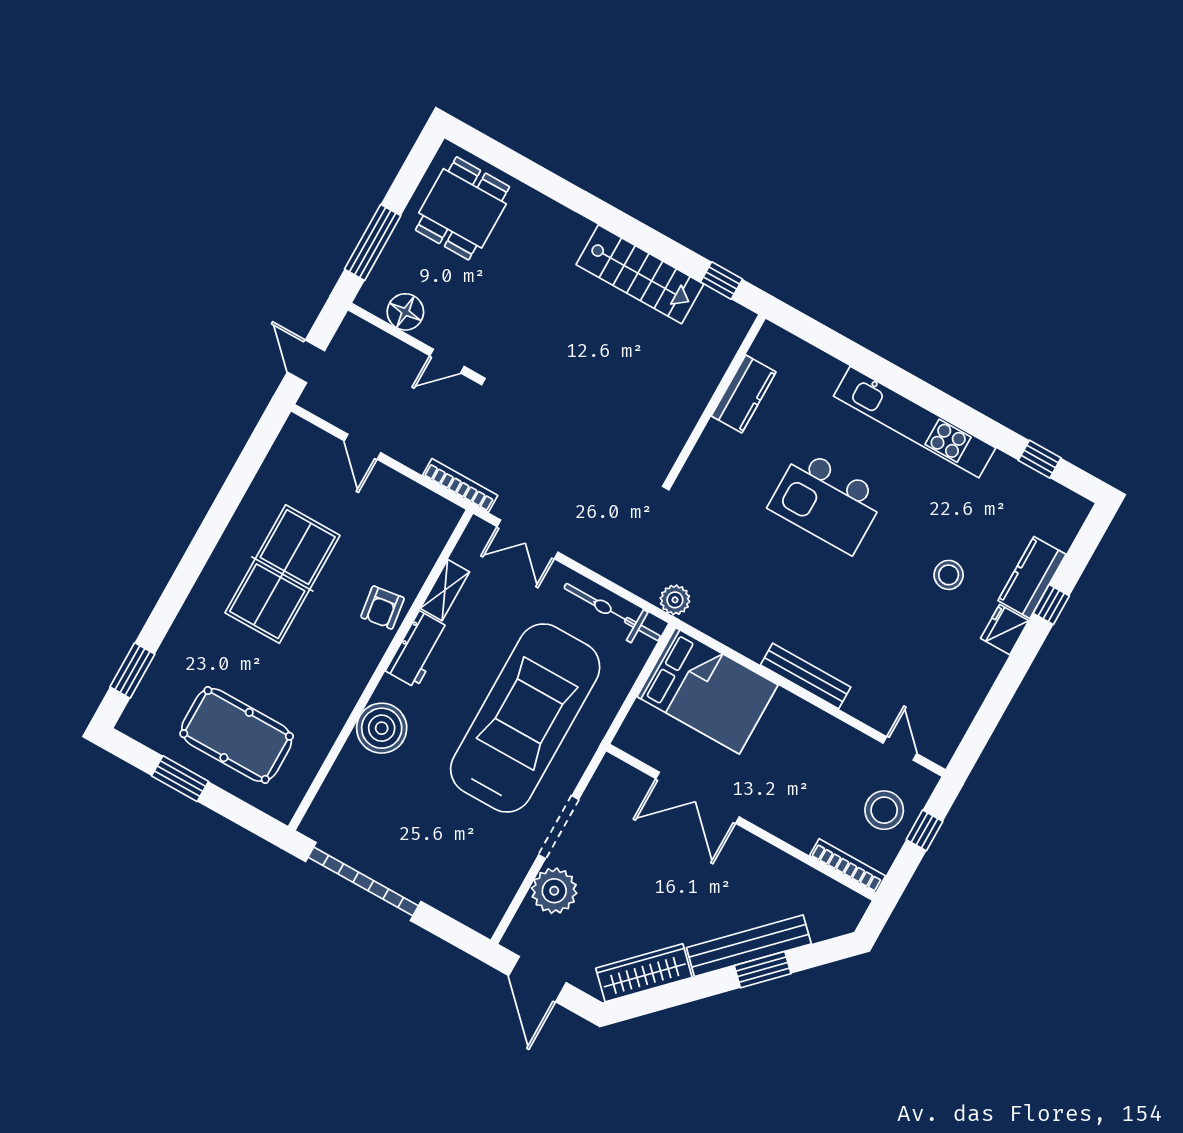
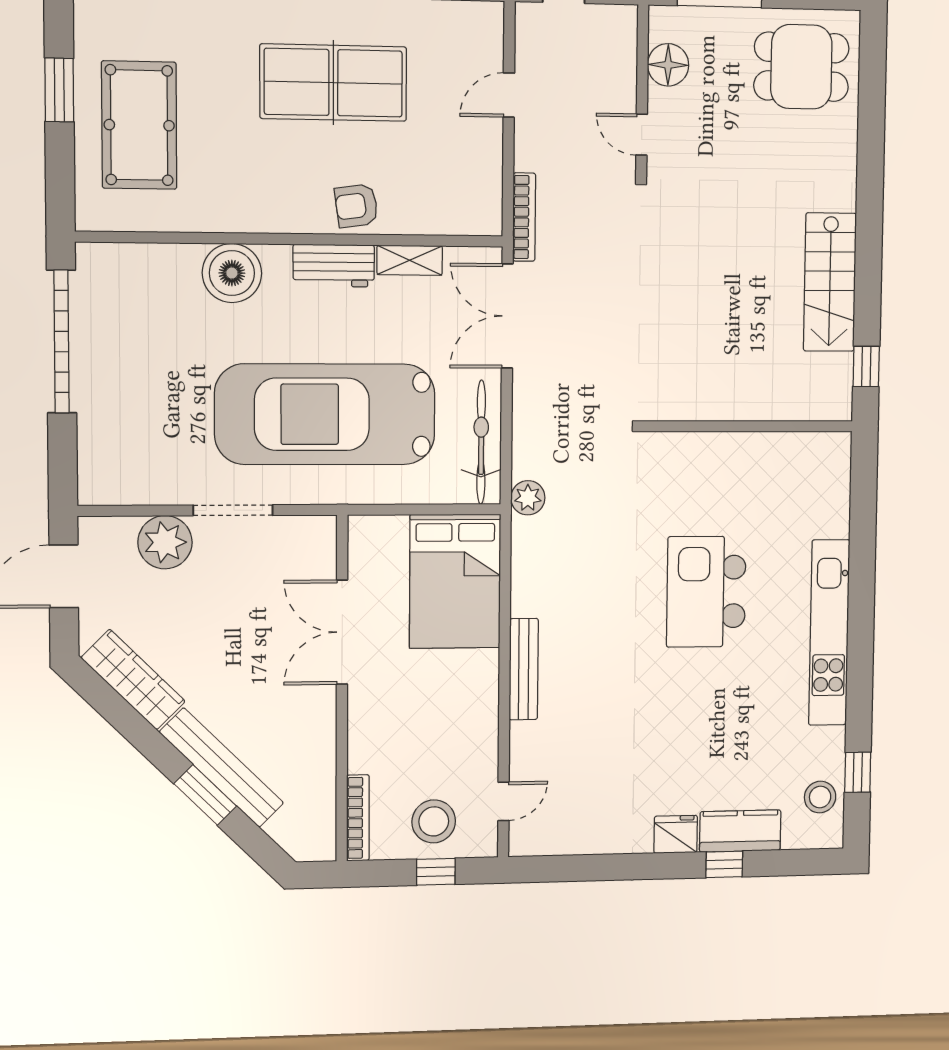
kitchen counter: (744, 394) -> (768, 451), removed
double door: (528, 539) -> (507, 316), width x1.37
stool: (949, 575) -> (820, 797), moved
car: (525, 718) -> (325, 414), turned 180

